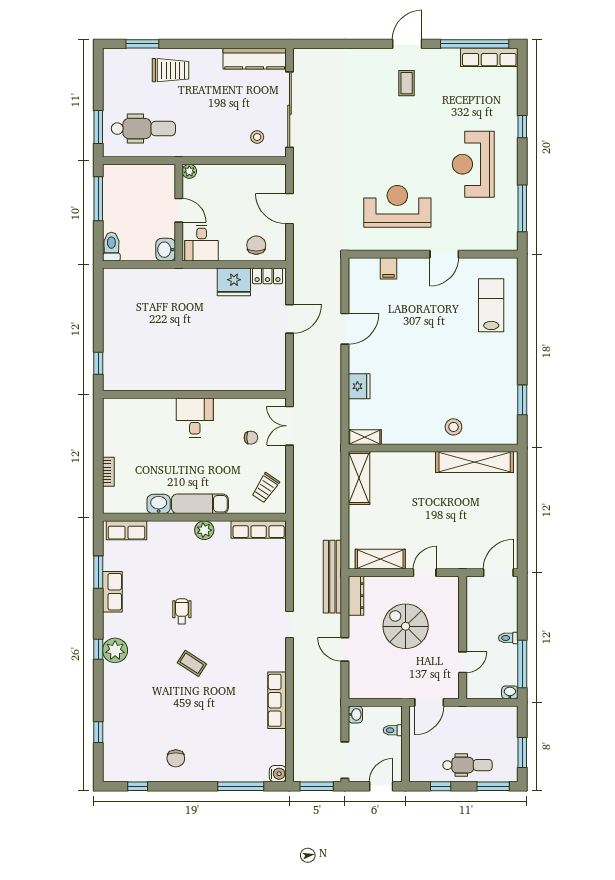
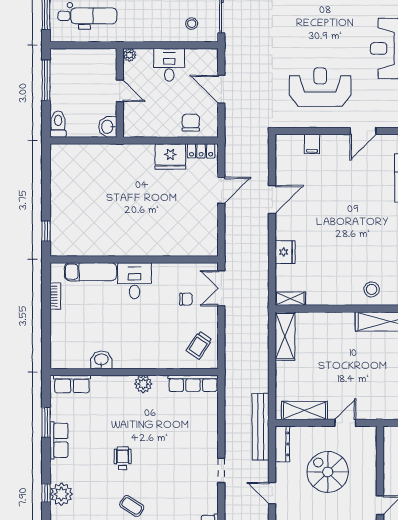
desk: (202, 243) -> (169, 65), moved, turned 180
bookcase: (108, 472) -> (55, 296), moved
exam couch: (200, 504) -> (90, 272), moved, turned 180

